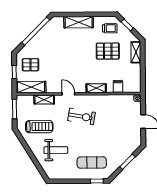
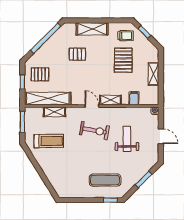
pallet: (65, 46) -> (77, 54), added
pallet: (108, 51) -> (123, 60), turned 90
shelving: (136, 52) -> (154, 74), moved
shelving: (31, 87) -> (48, 98), width x1.47
door: (68, 94) -> (92, 106), moved
weight bench: (56, 150) -> (127, 139), moved, turned -90

